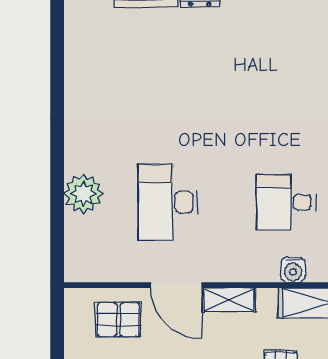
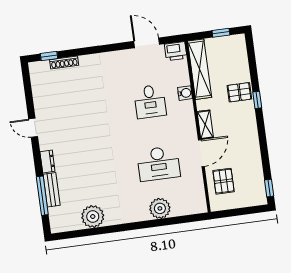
plant: (85, 66) -> (93, 217), added

